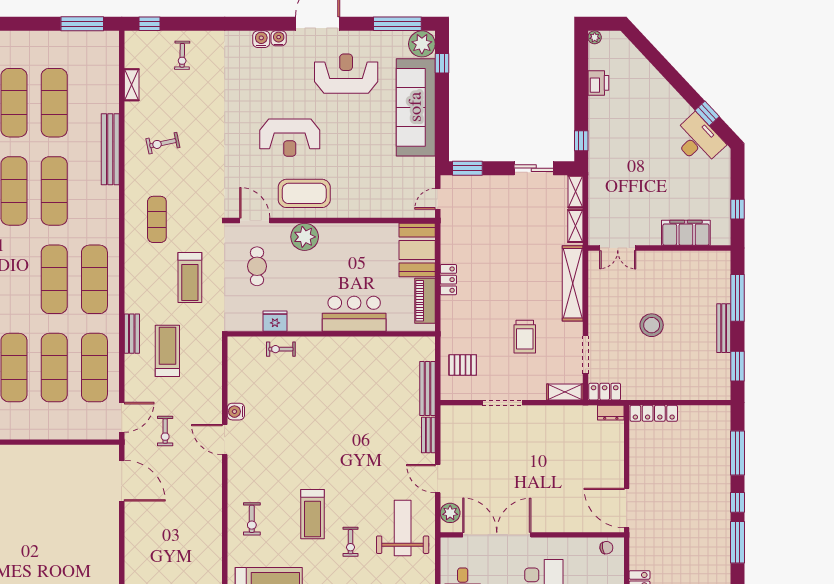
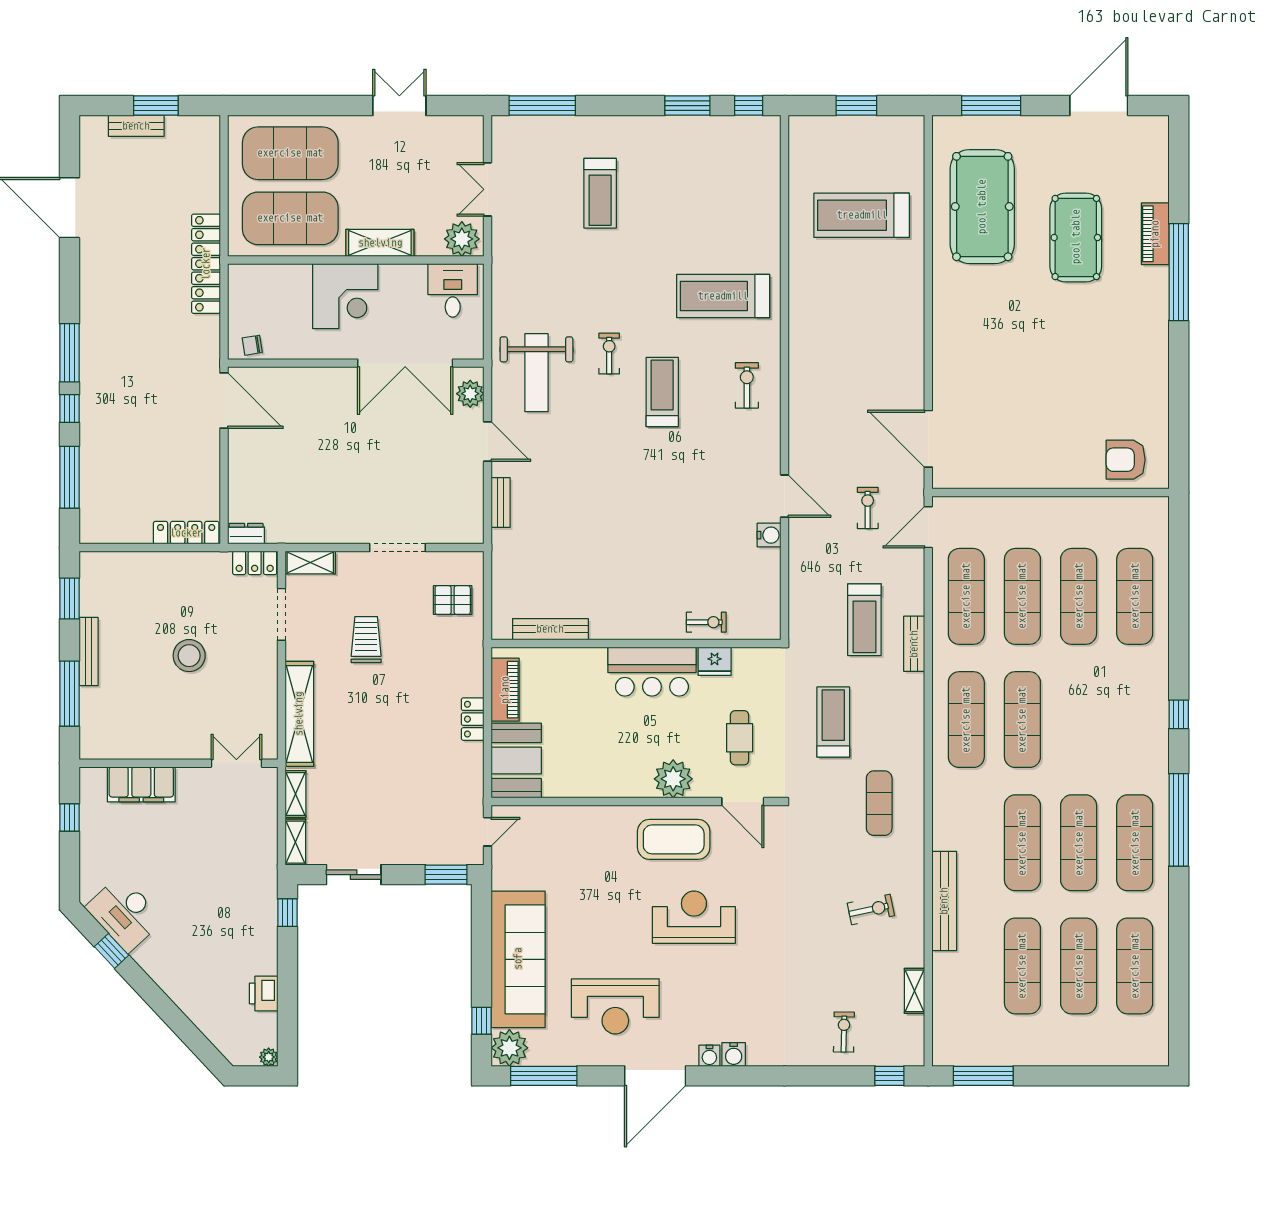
bar counter: (354, 314) -> (652, 672), moved
bench: (428, 389) -> (550, 629), moved, turned 90

